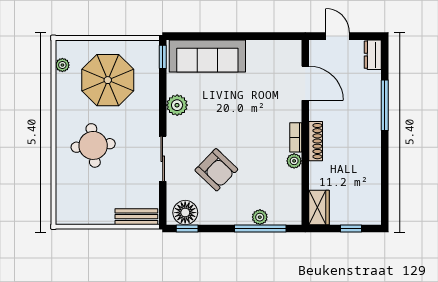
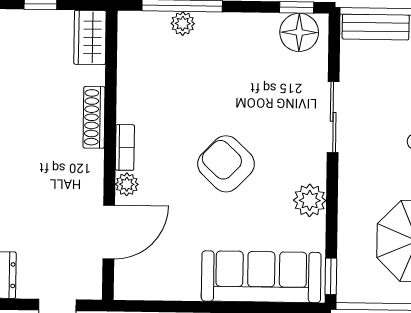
door: (305, 83) -> (109, 232), swing flipped
shoe rack: (316, 141) -> (94, 117), moved
plant: (294, 161) -> (127, 184), moved
armchair: (216, 170) -> (226, 164), moved

